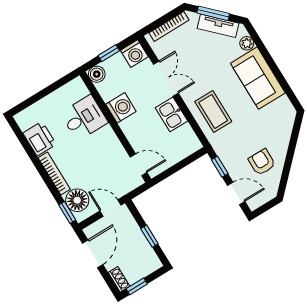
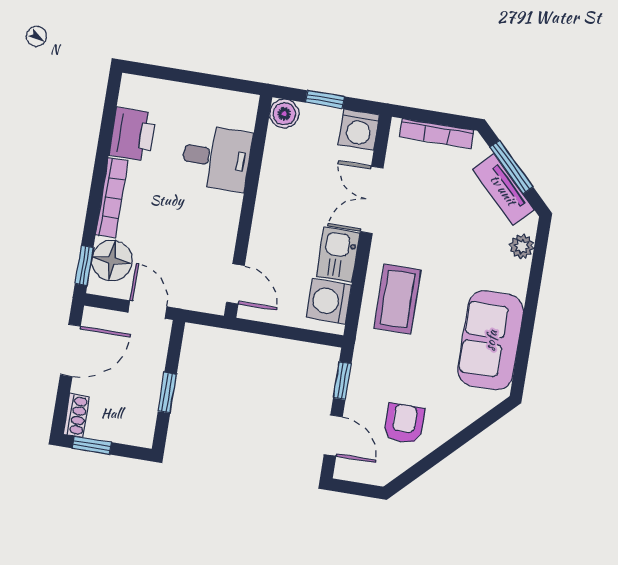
sofa: (258, 78) -> (491, 340), moved
double door: (166, 79) -> (372, 200), swing flipped
washing machine: (121, 108) -> (329, 301), moved, turned 180

